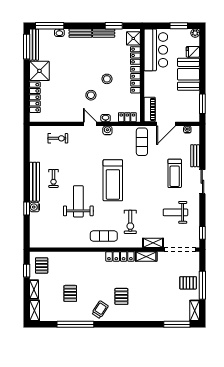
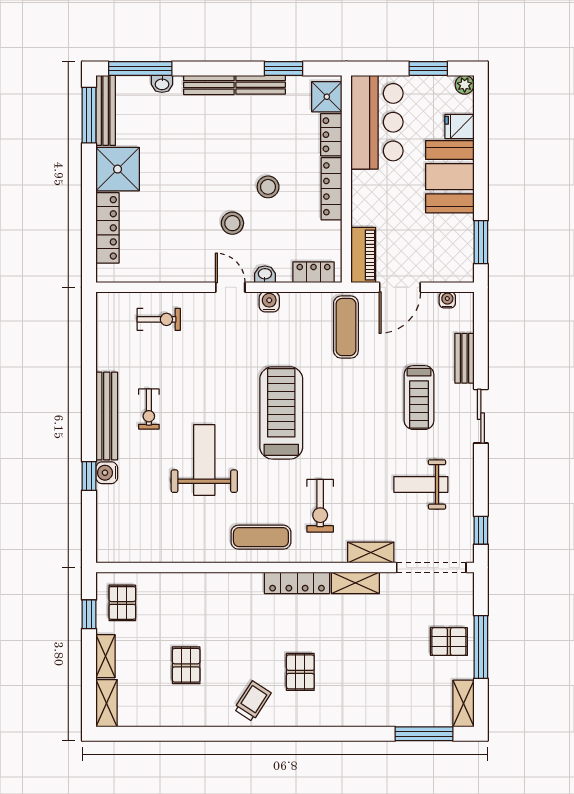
treadmill: (113, 180) -> (281, 413), turned 180
window: (75, 324) -> (198, 734), removed

